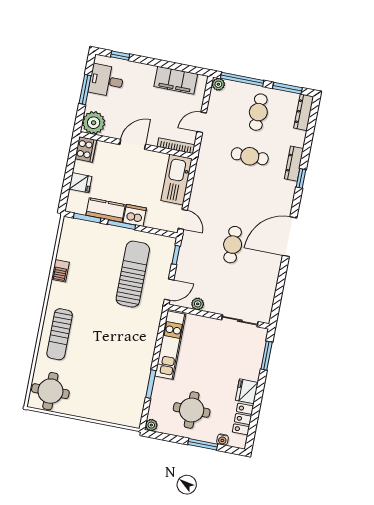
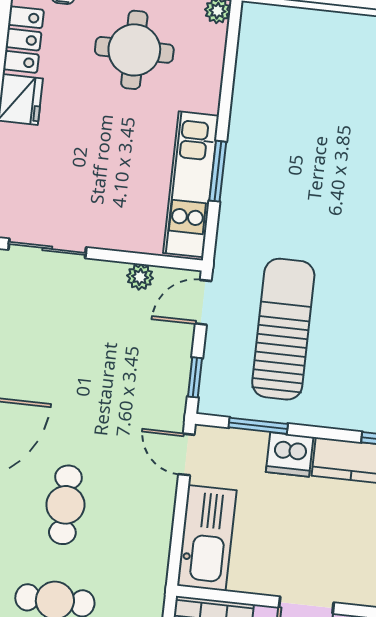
window: (122, 225) -> (258, 426), moved
cafe table: (233, 245) -> (65, 505), moved
sun lounger: (133, 274) -> (283, 329), turned 180
window: (151, 384) -> (218, 171), moved

